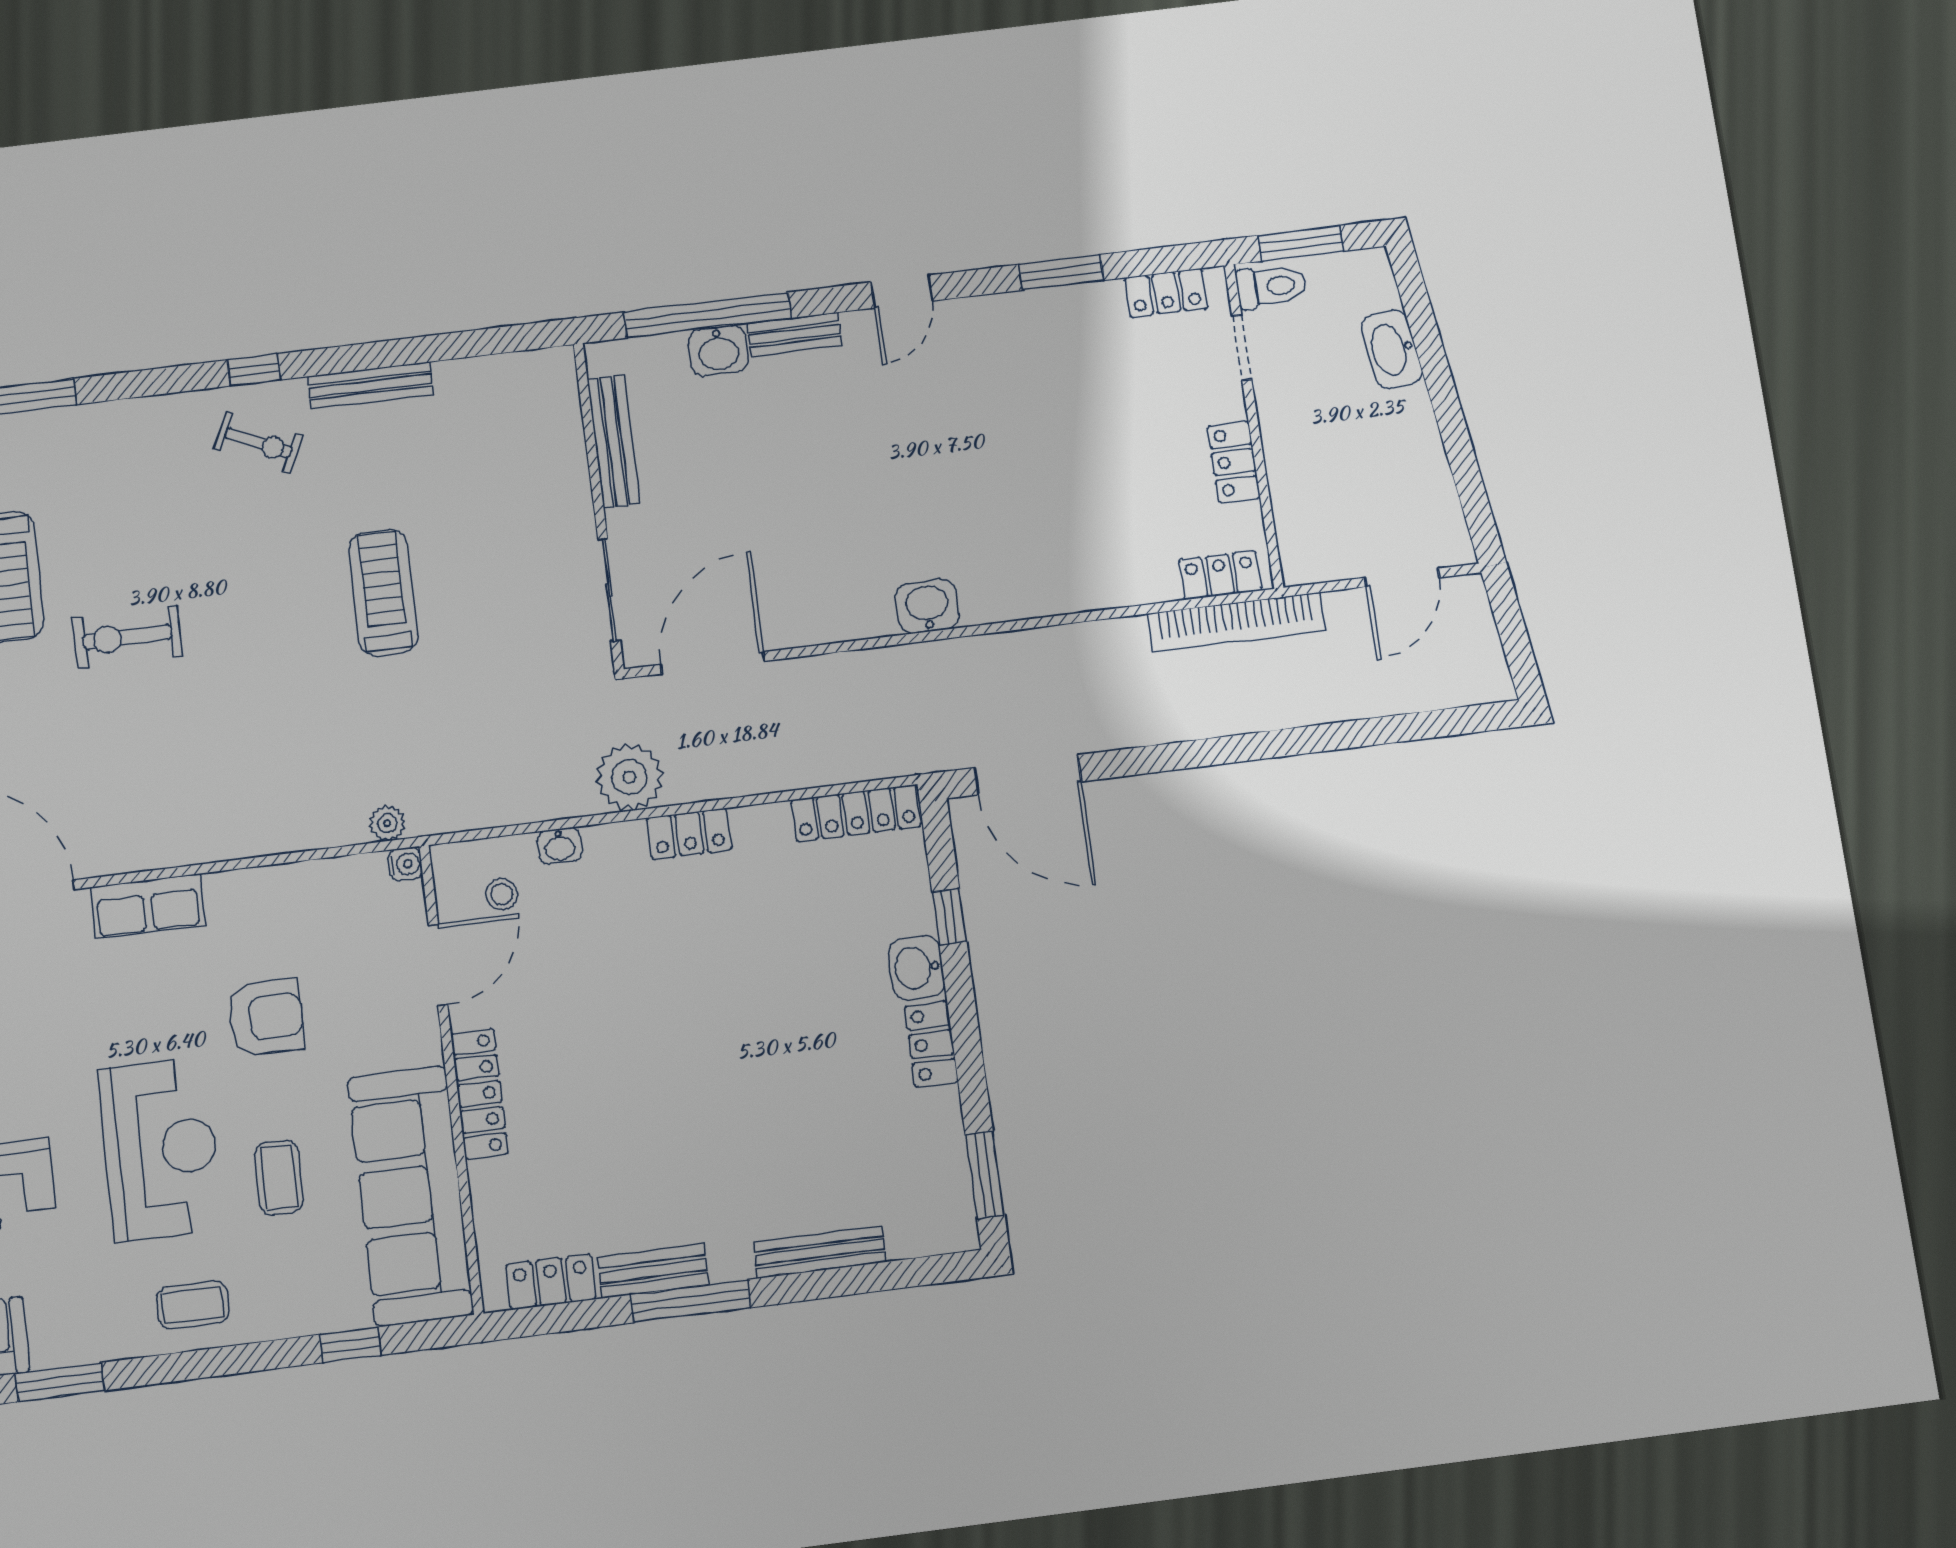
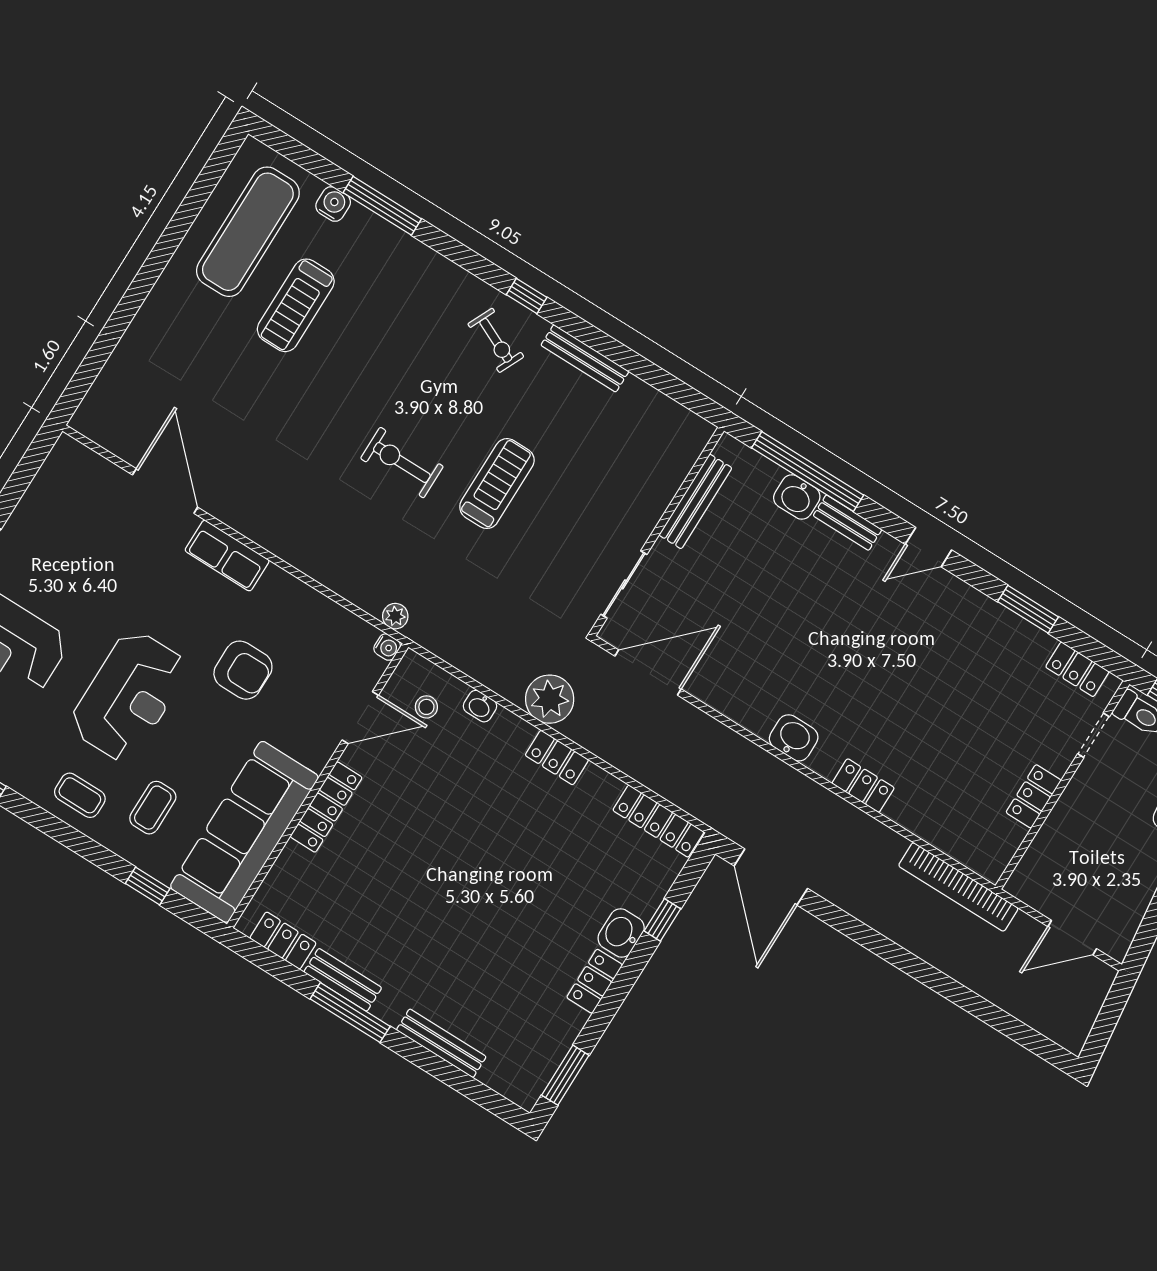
locker: (1220, 575) -> (863, 786), moved
exercise bike: (127, 637) -> (402, 462), moved
coffee table: (279, 1177) -> (153, 808), moved

